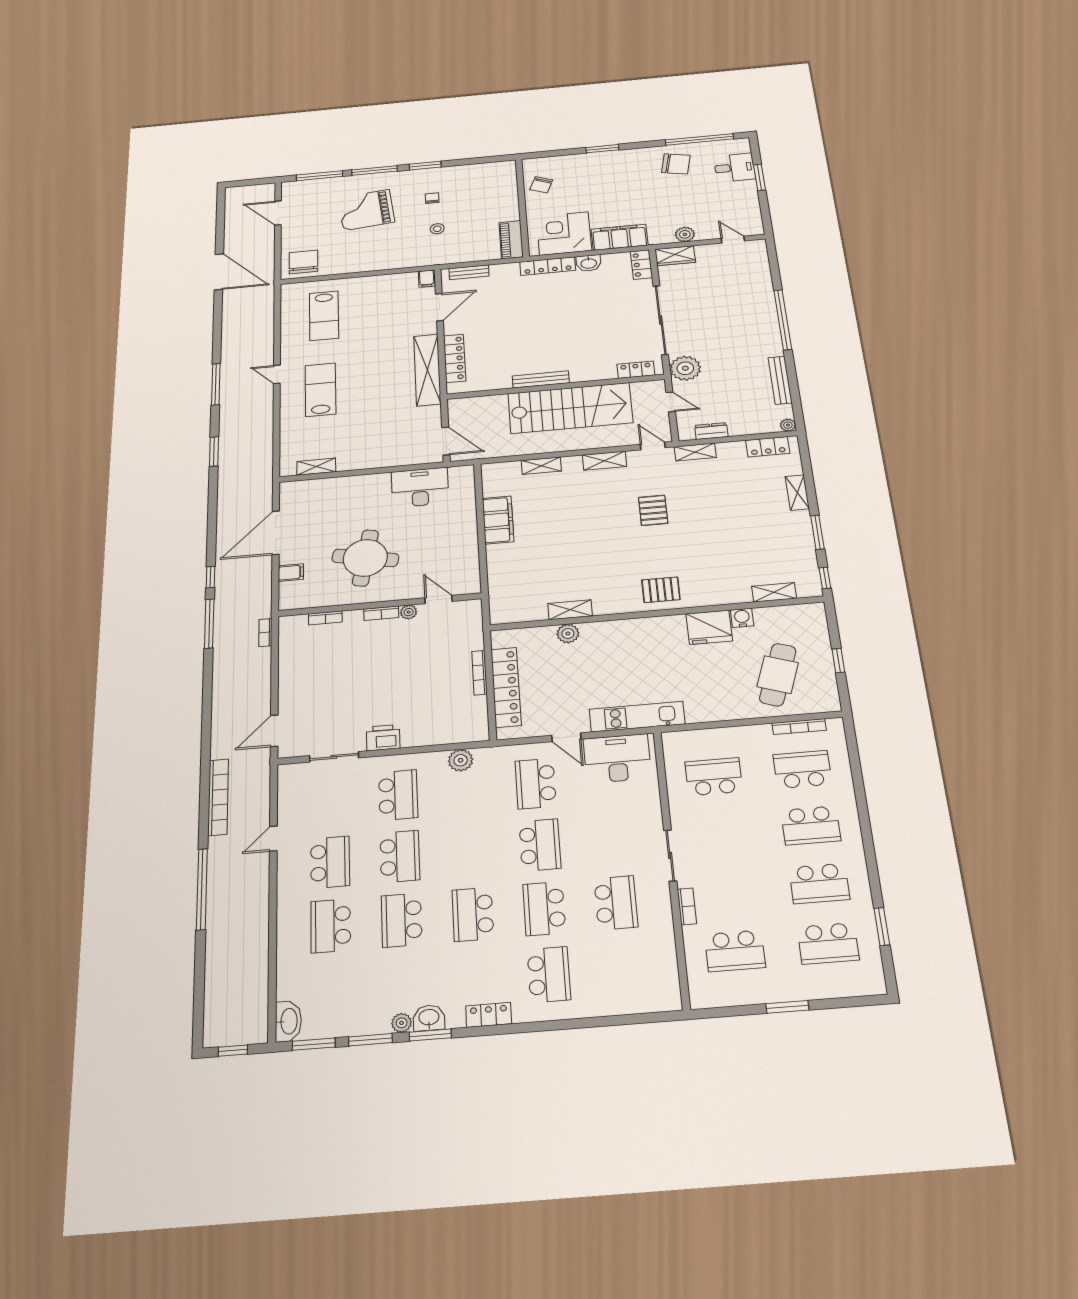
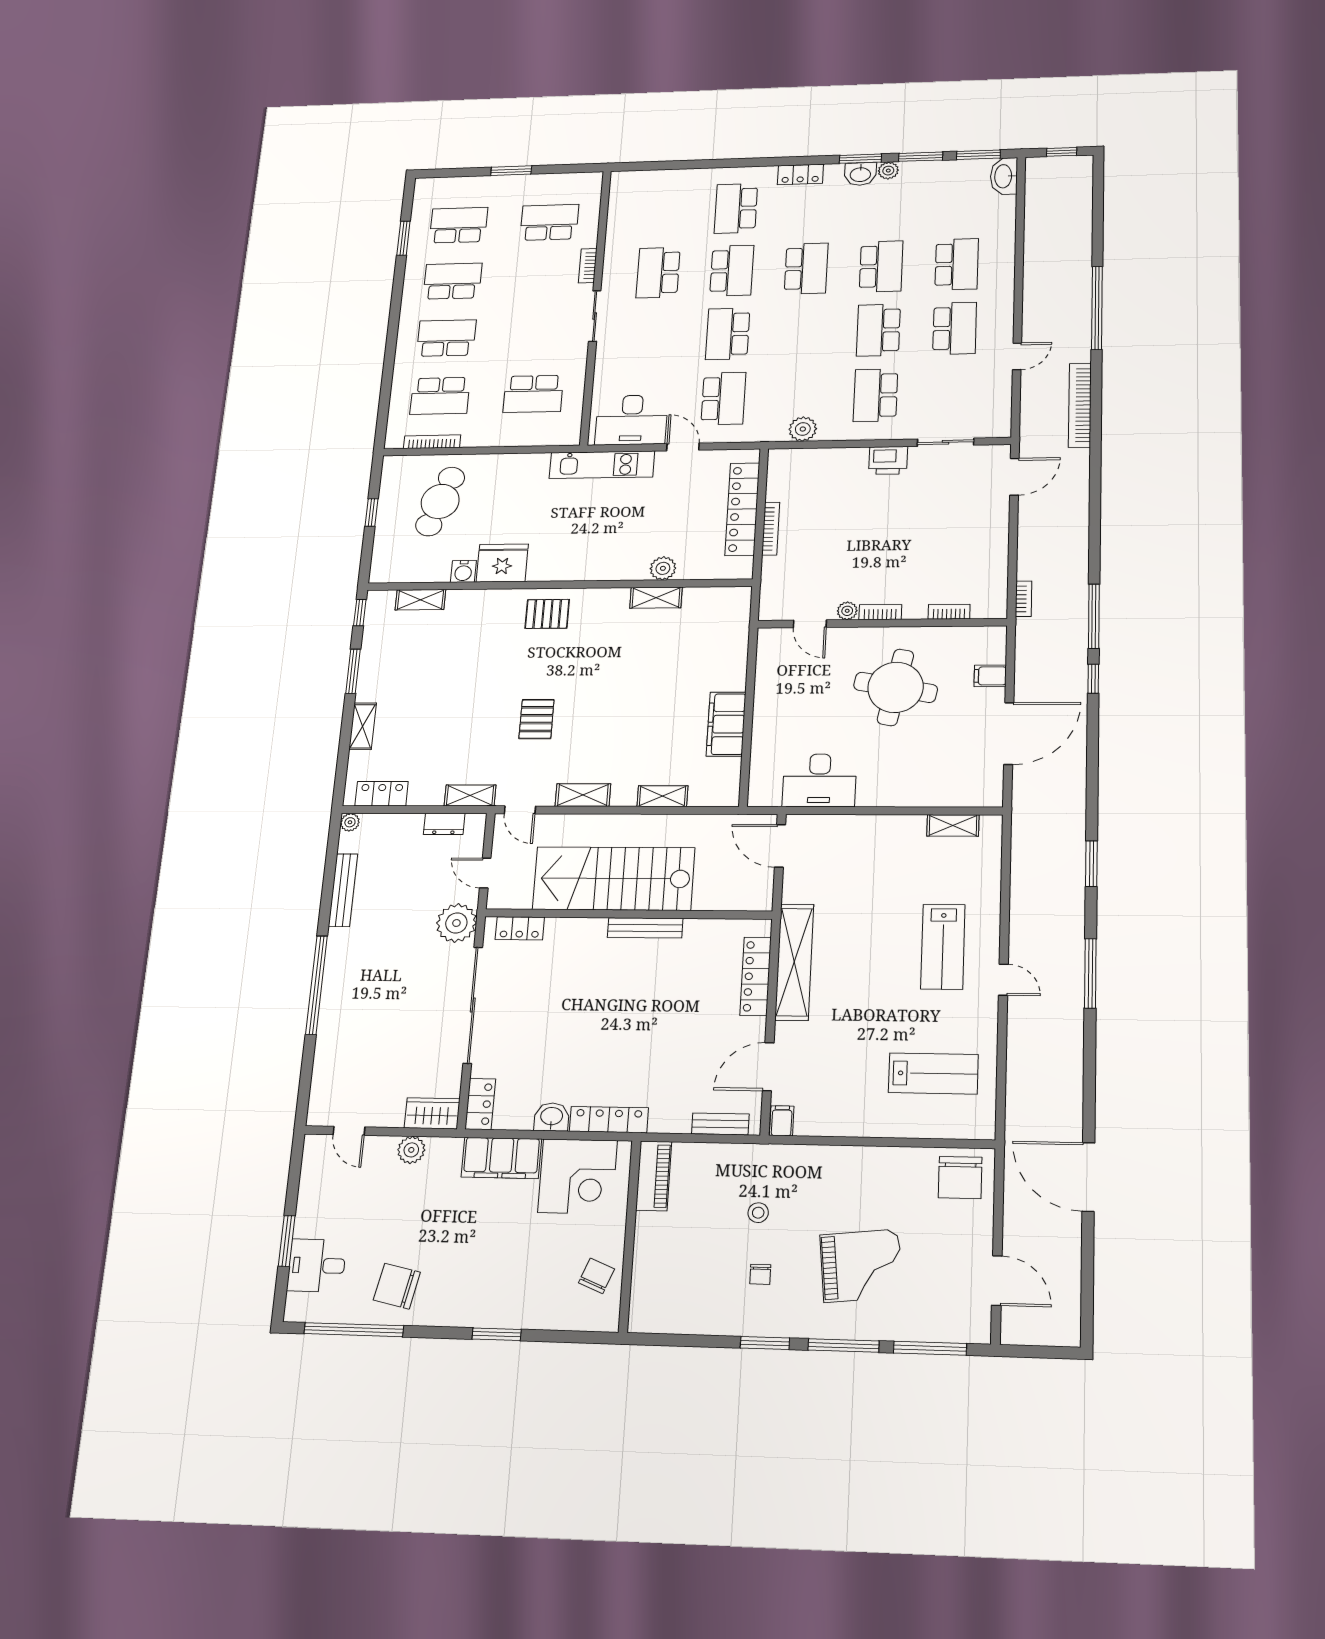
lab bench: (324, 316) -> (933, 1074), turned 90
school desk: (330, 862) -> (955, 328), turned 180

